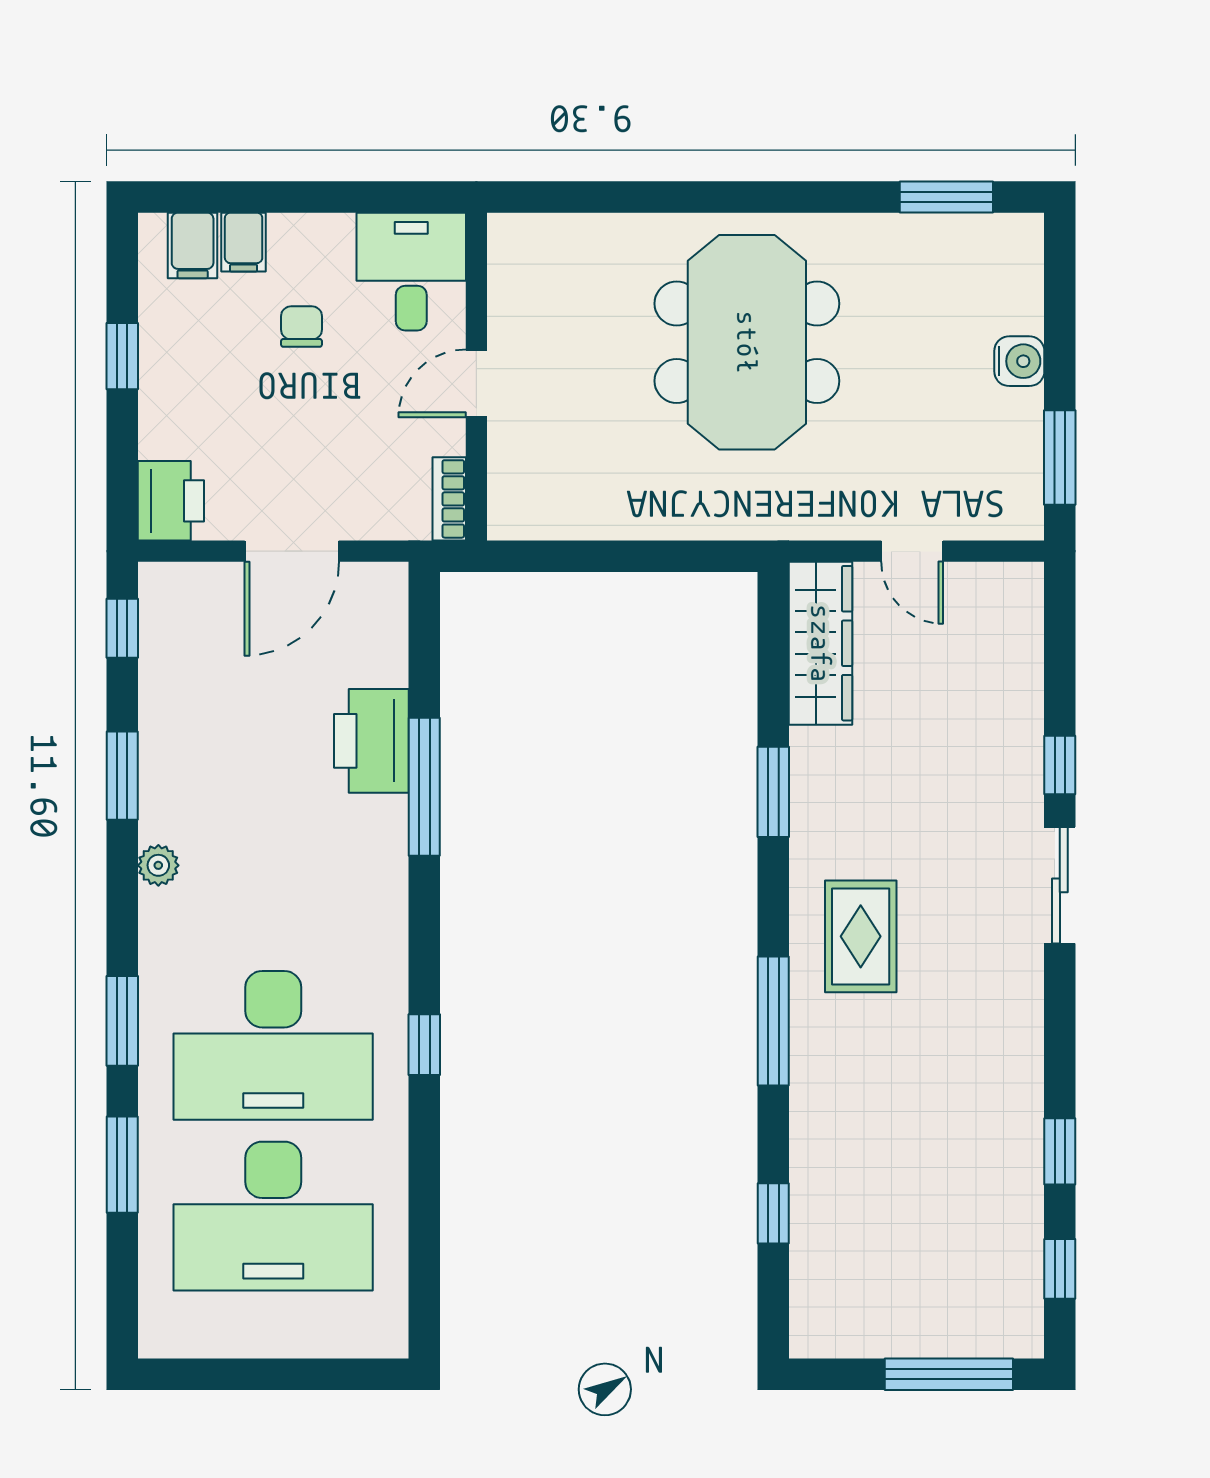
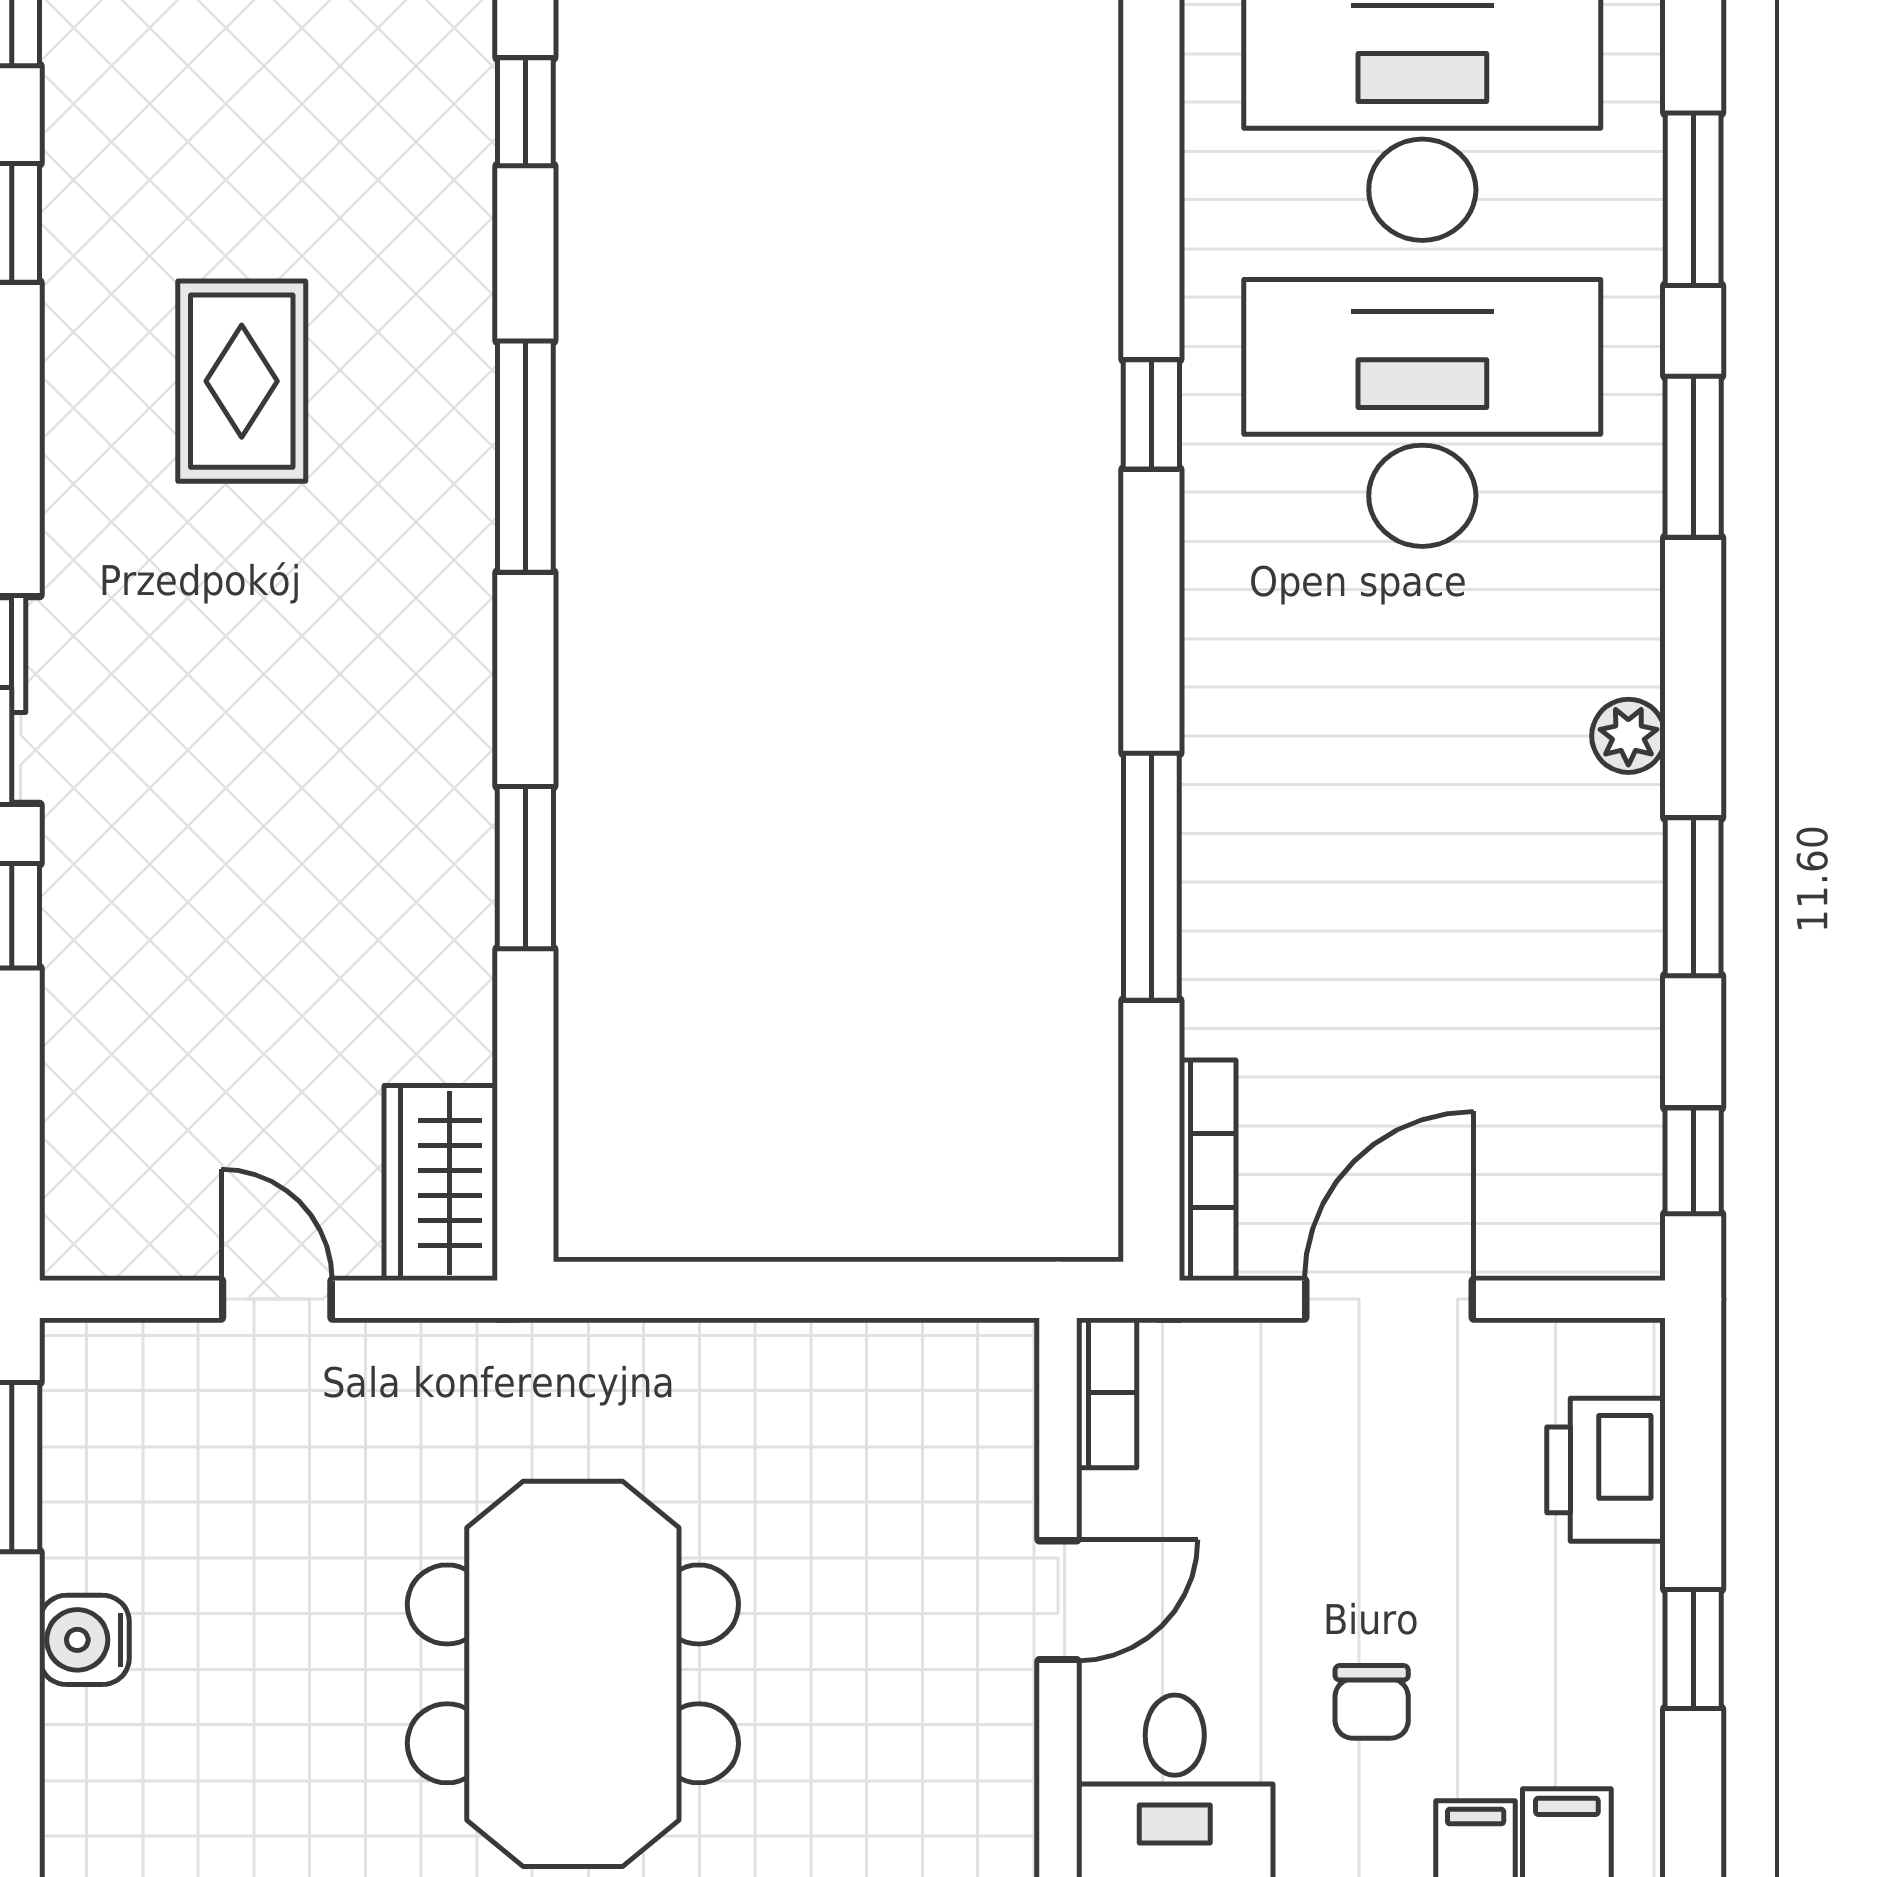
printer: (171, 501) -> (1606, 1470), moved
bookcase: (393, 623) -> (1208, 1170), added
wardrobe: (821, 643) -> (441, 1183), width x0.67
printer: (371, 741) -> (1246, 959), removed
rug: (861, 936) -> (242, 381), moved

